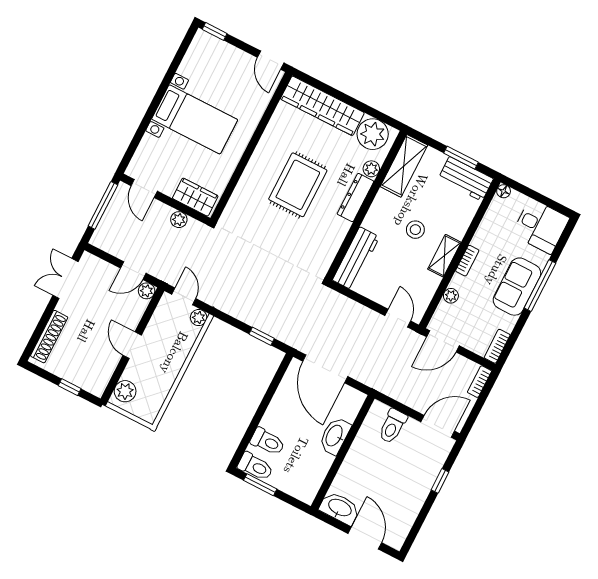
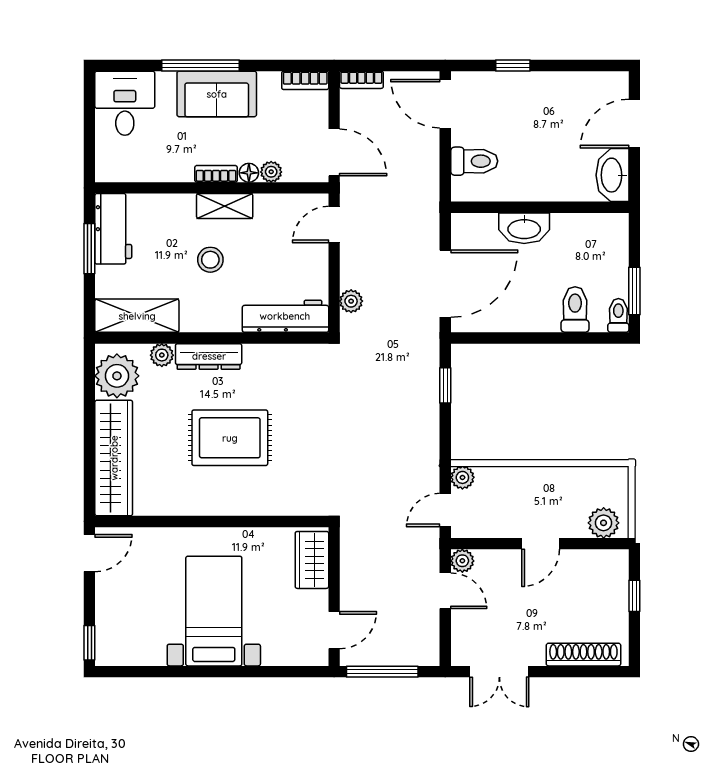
floor lamp: (504, 191) -> (249, 173), moved
plant: (179, 220) -> (351, 301), moved
toilet: (255, 467) -> (618, 315), width x0.73, depth x0.72

